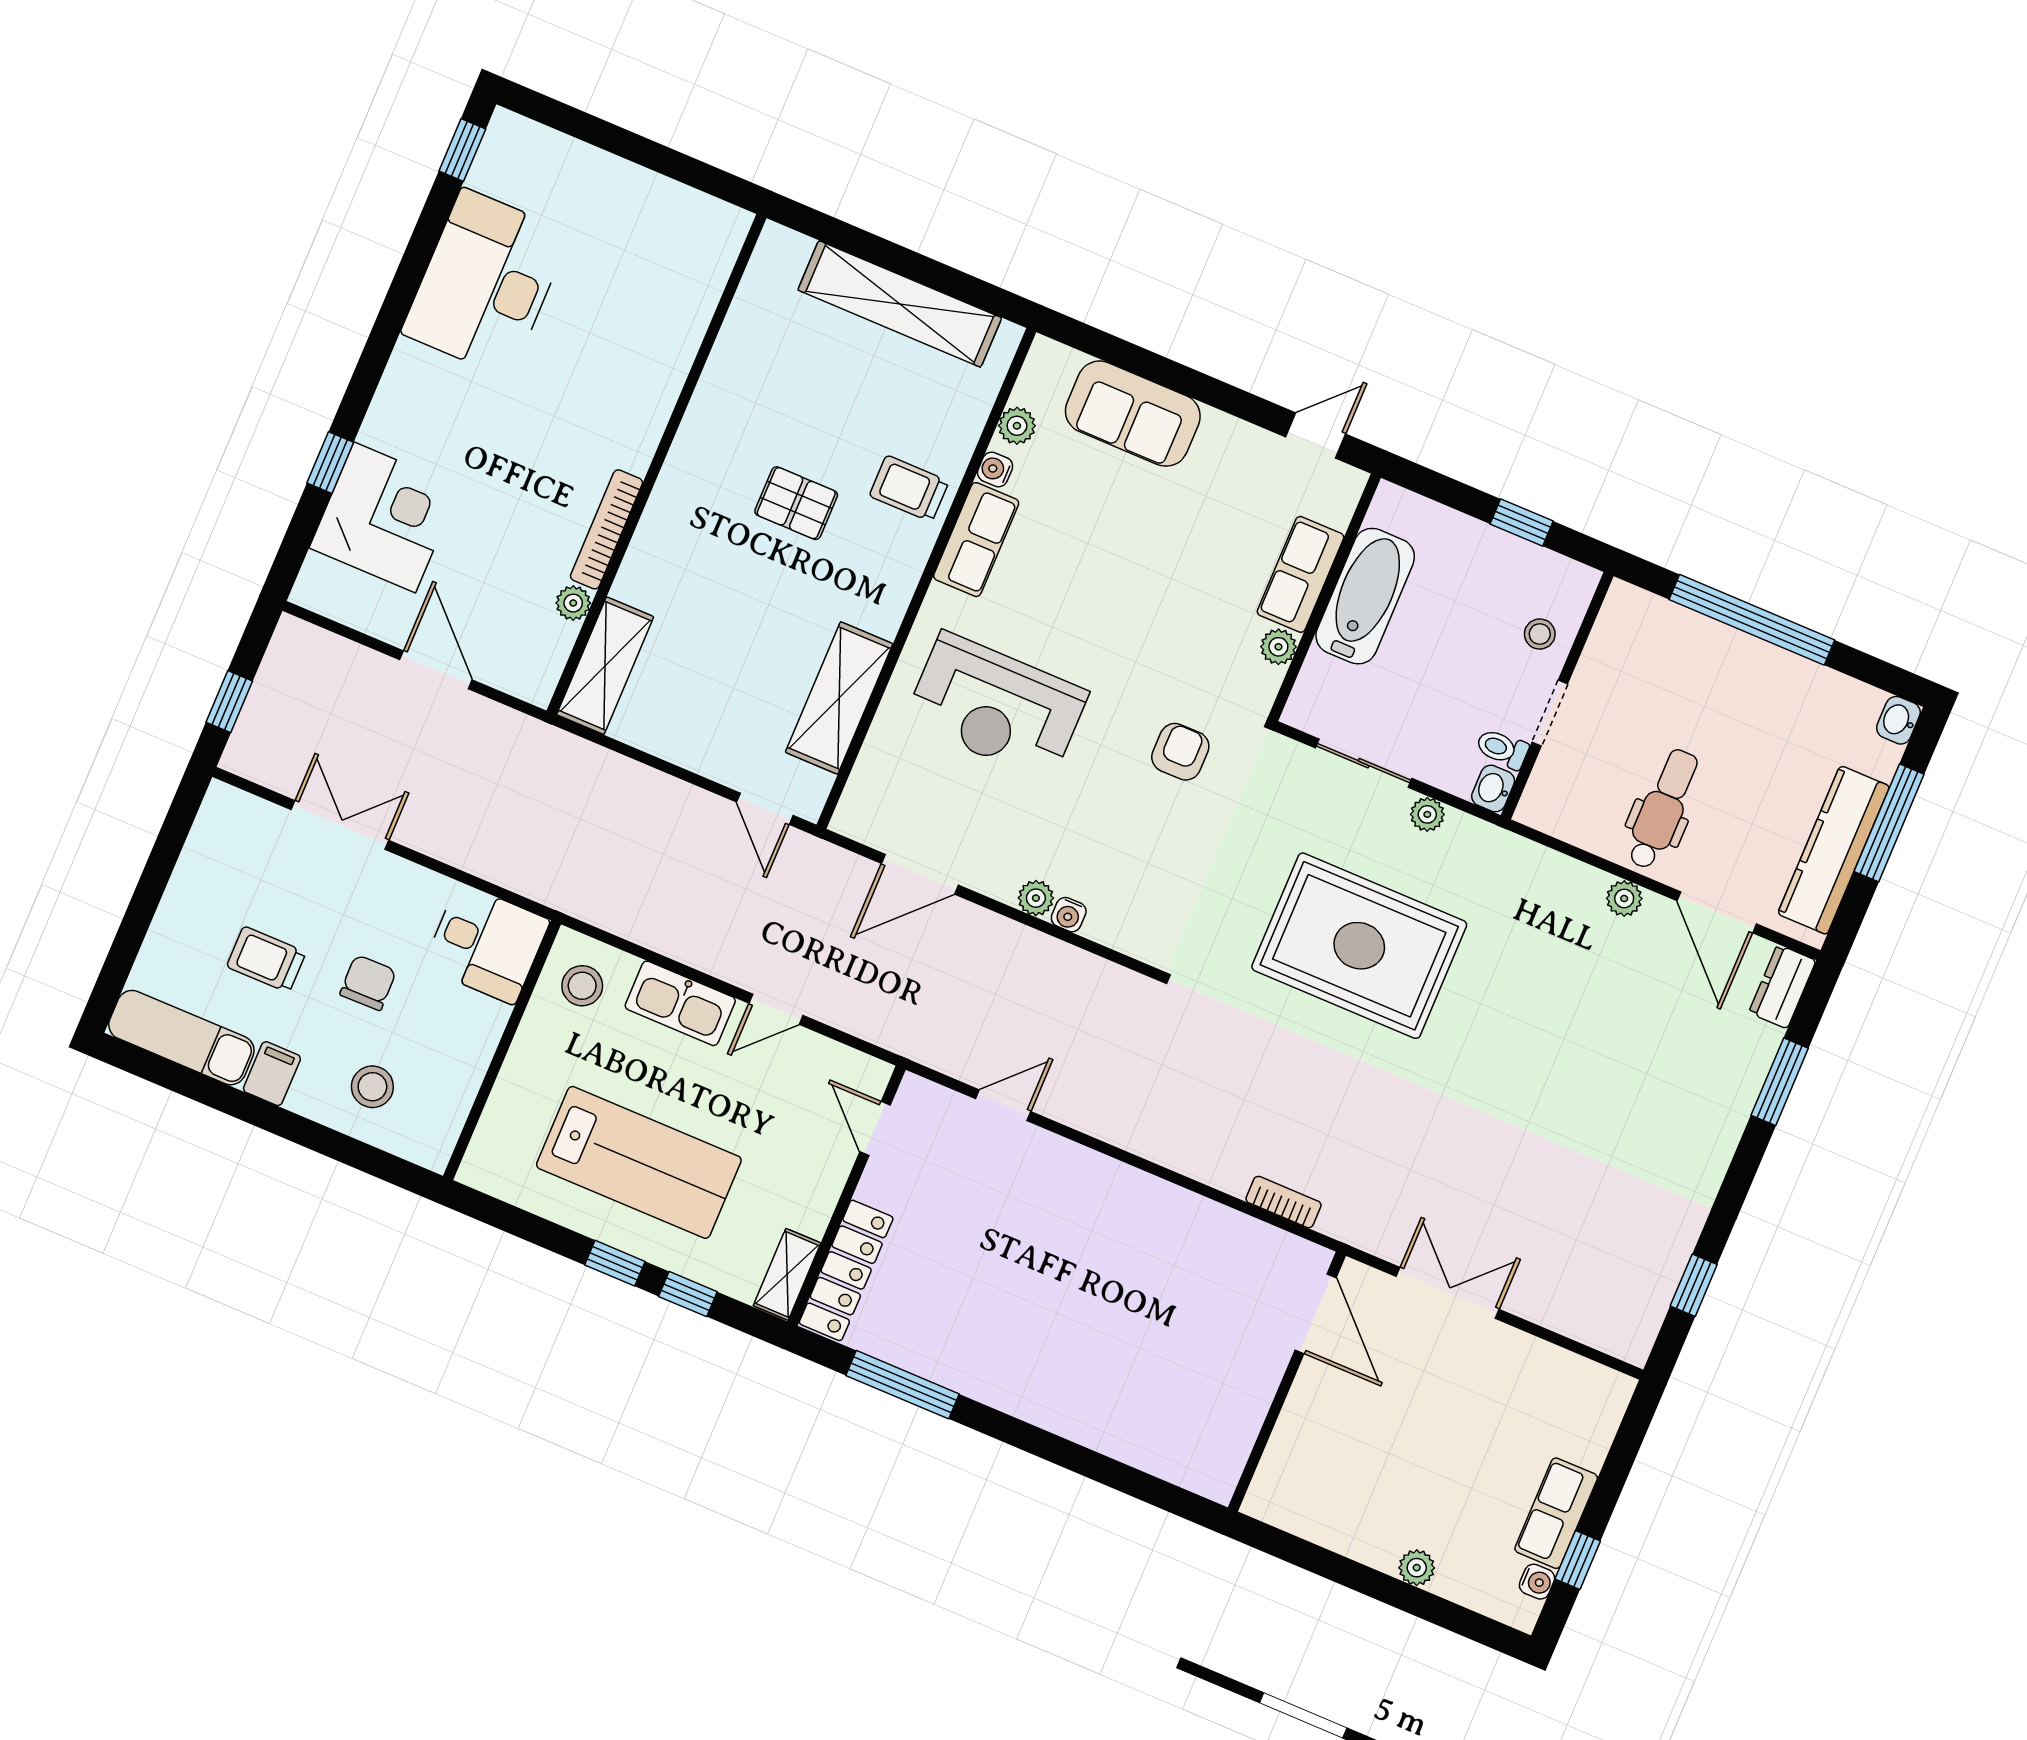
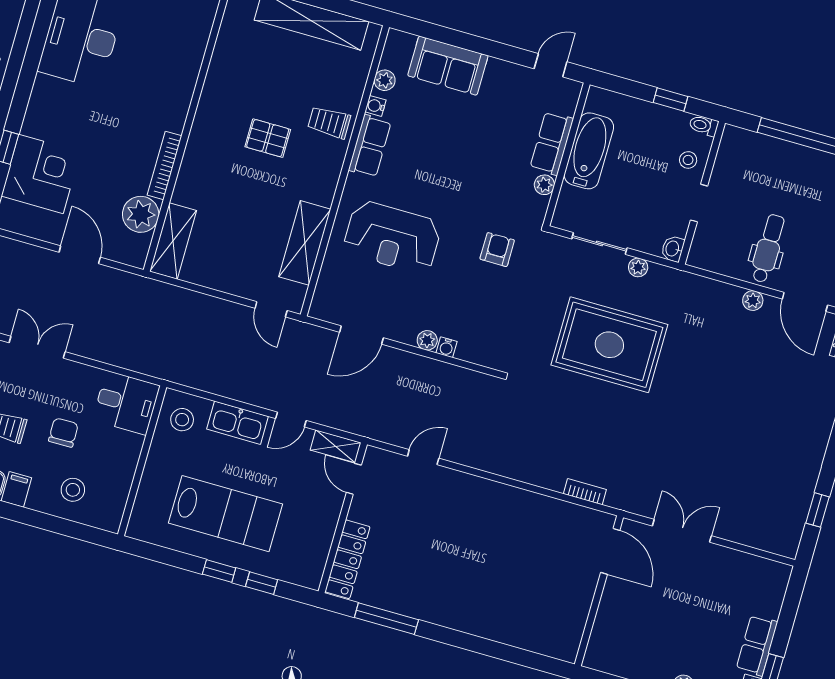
plant: (573, 603) -> (141, 214), width x1.87, depth x1.87
toilet: (1502, 749) -> (704, 126), moved
shelving: (787, 1274) -> (336, 446), moved, turned 90

